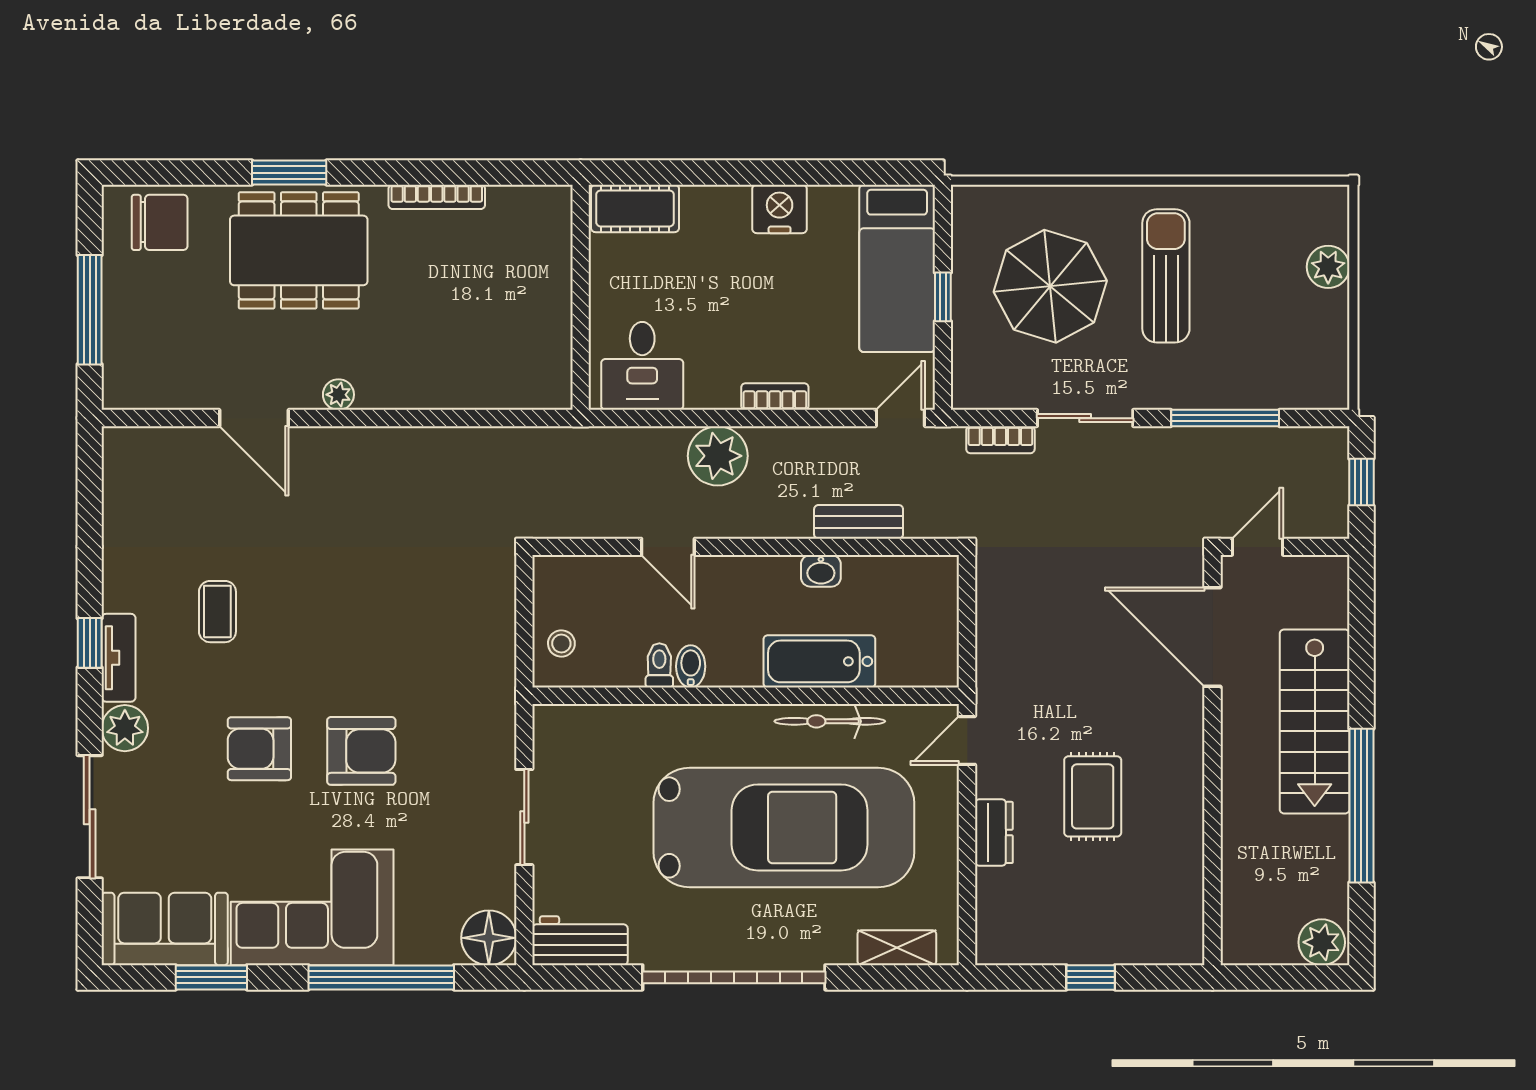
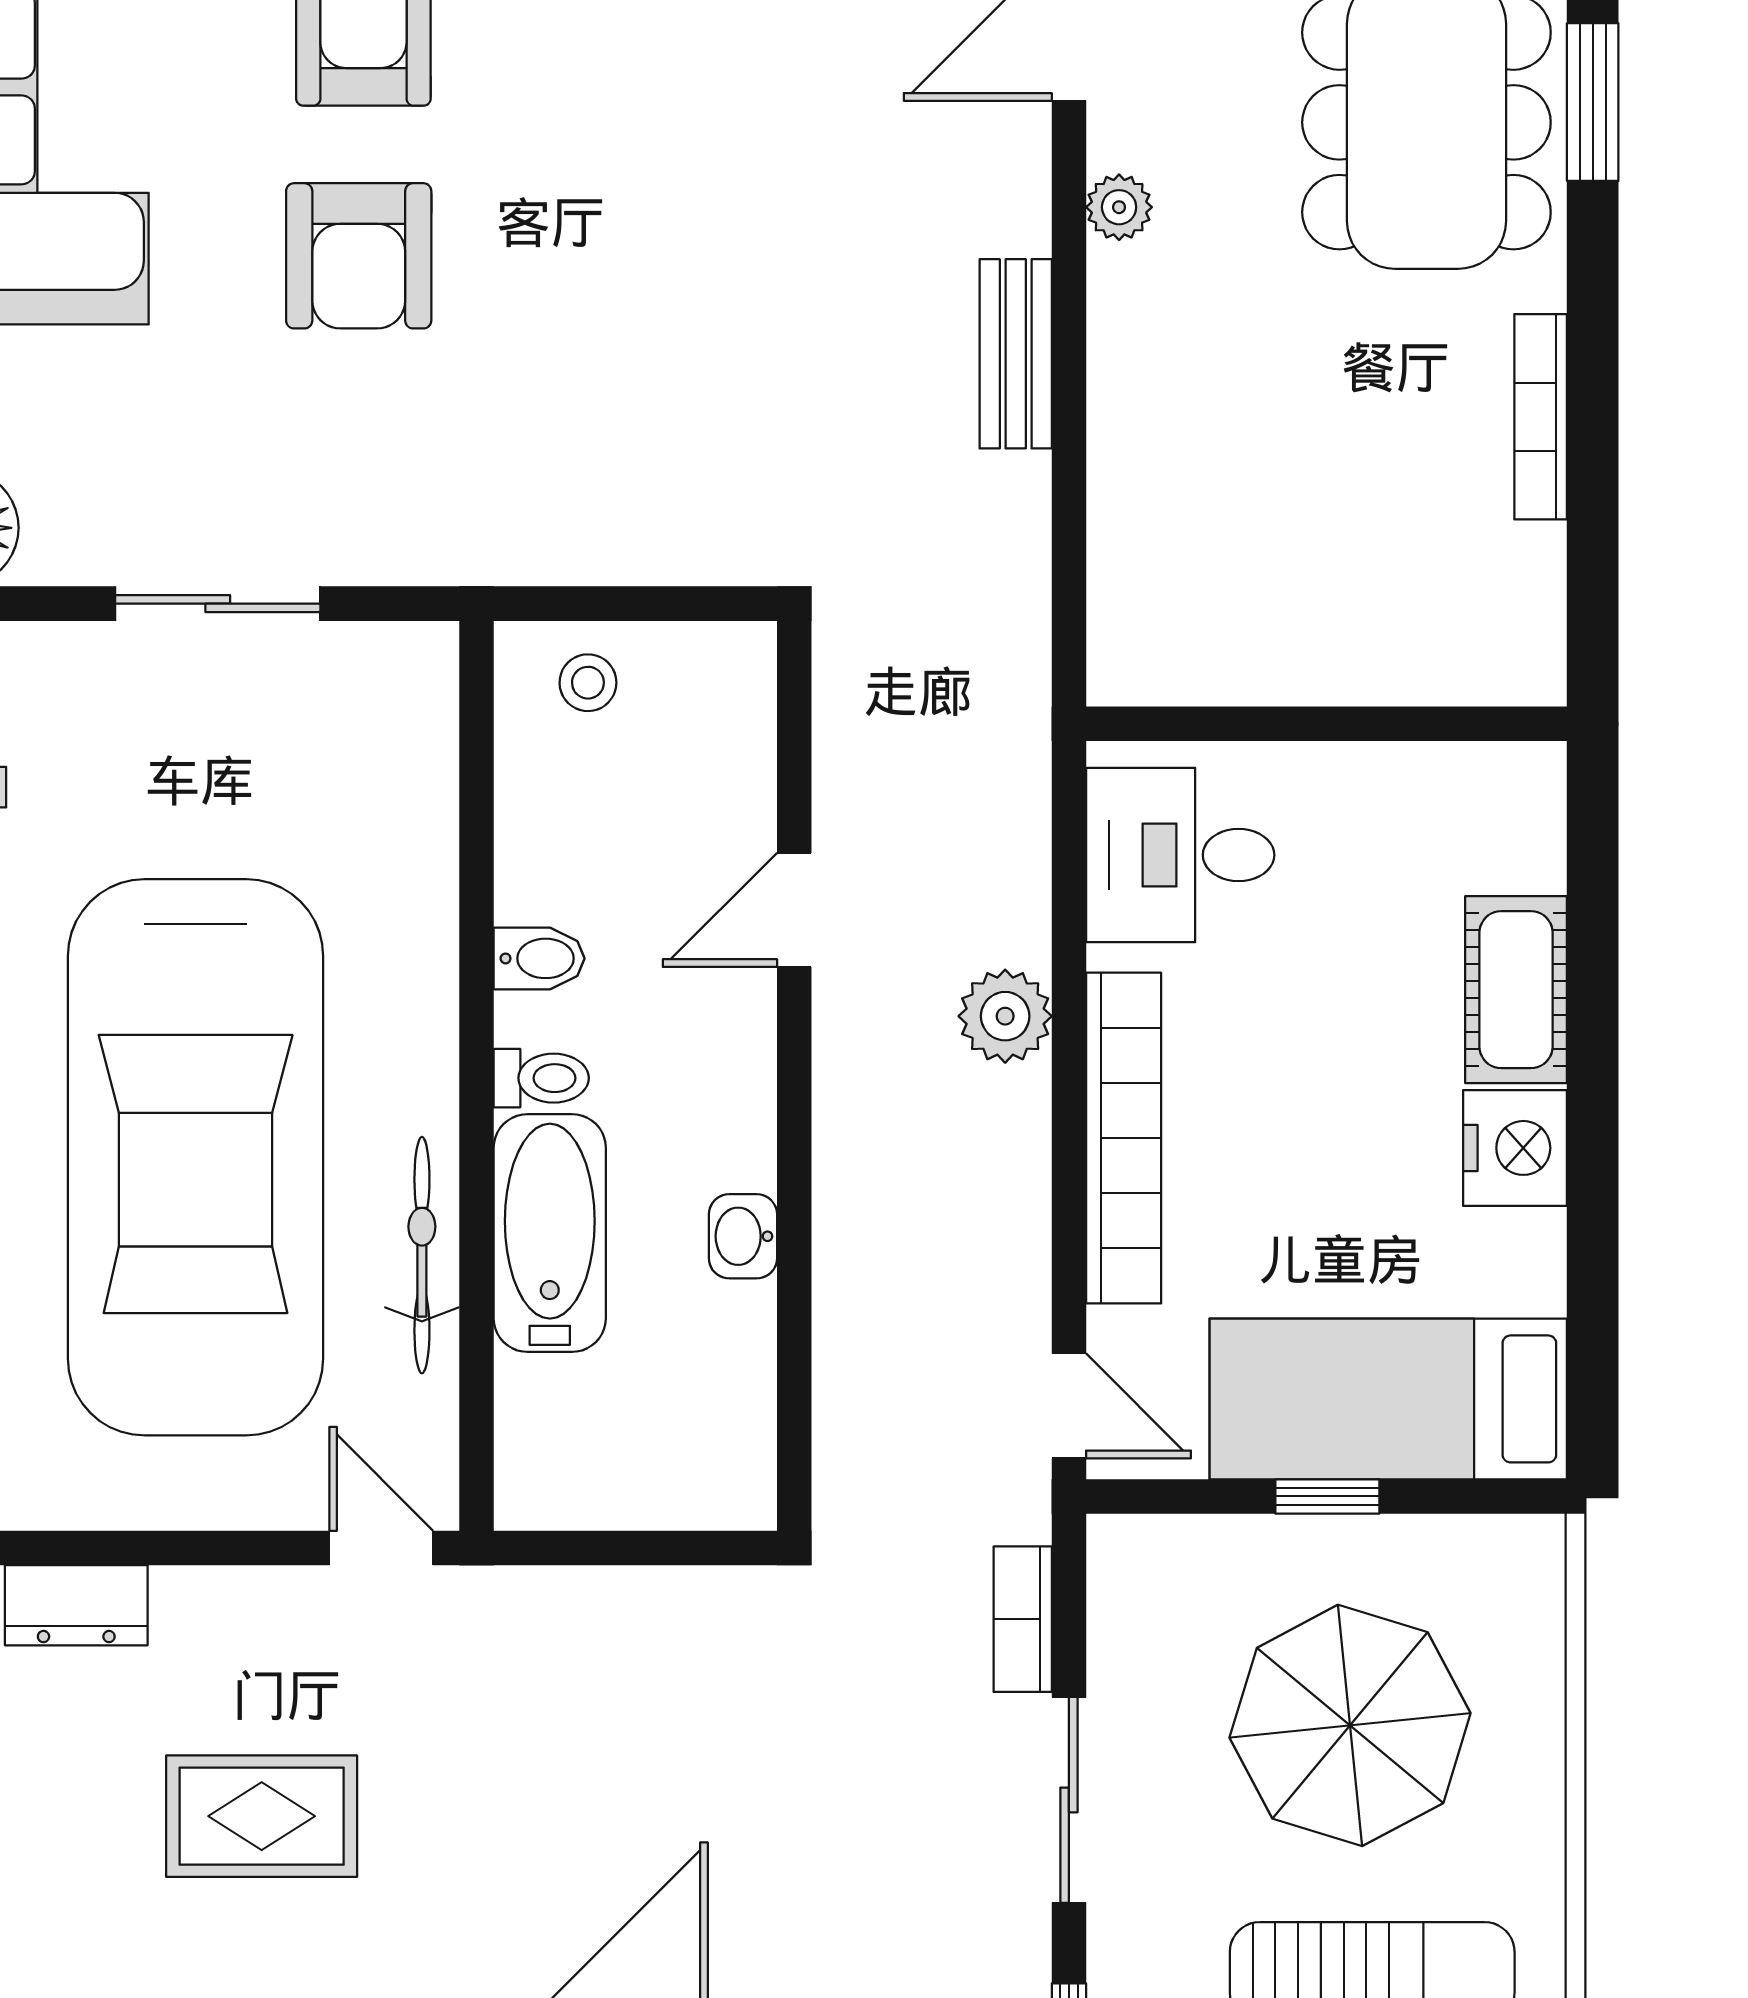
cot: (635, 208) -> (1516, 990), moved
bookcase: (775, 397) -> (1124, 1138), width x2.31, depth x1.31
plant: (718, 456) -> (1005, 1016), width x0.73, depth x0.73
bench: (859, 522) -> (1016, 354), moved
toilet: (659, 665) -> (541, 1078), moved
dresser: (994, 832) -> (76, 1605), moved

